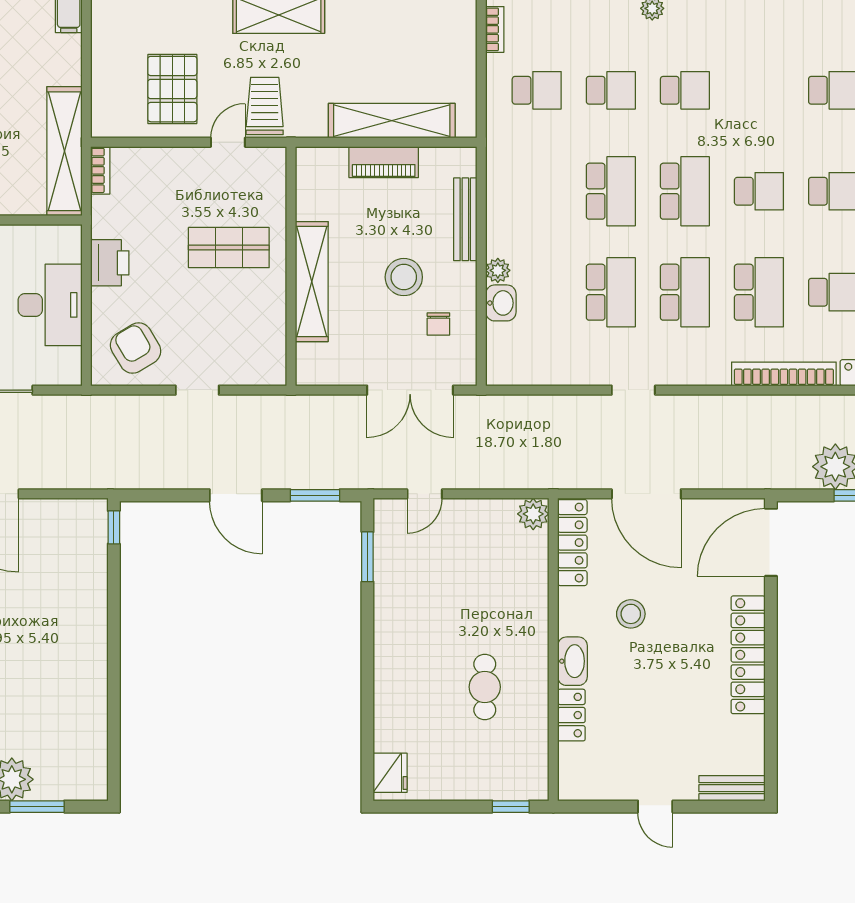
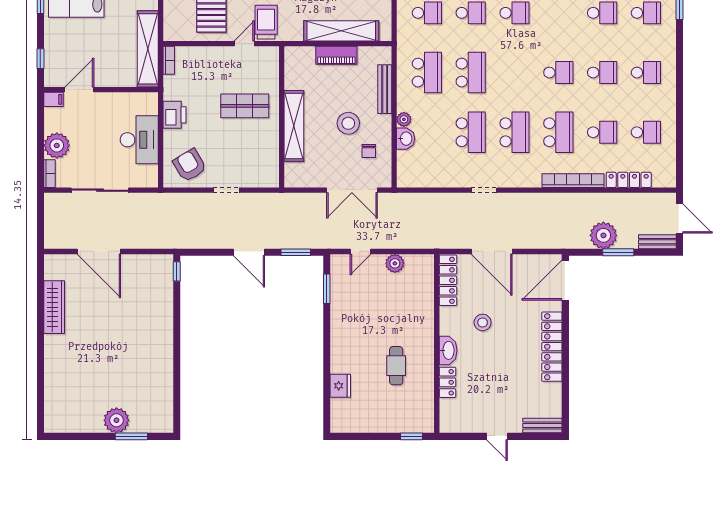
school desk: (685, 191) -> (427, 73), moved
plant: (533, 514) -> (395, 263), moved
fridge: (390, 773) -> (340, 386), moved

